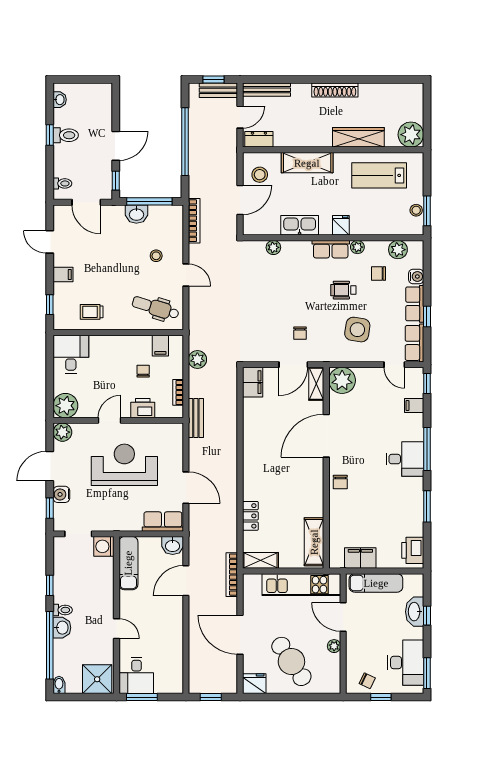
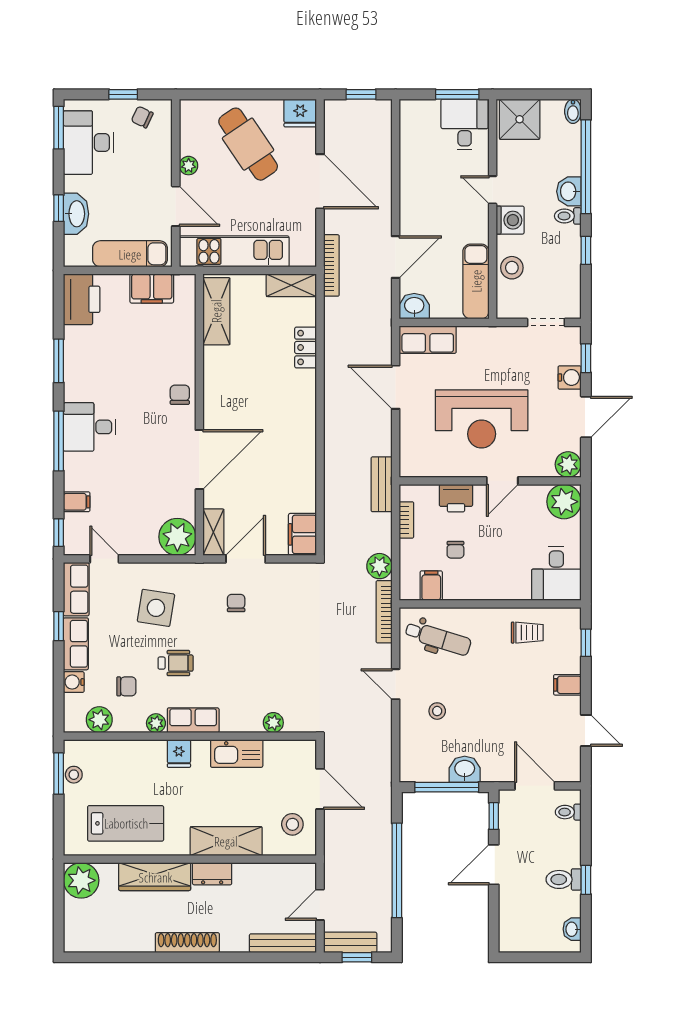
dresser: (259, 139) -> (212, 874), moved
door: (240, 200) -> (320, 789), swing flipped
bookcase: (194, 221) -> (384, 612), moved
washing machine: (104, 546) -> (510, 220), moved
printer: (413, 550) -> (82, 299), width x1.37, depth x1.19
stool: (103, 573) -> (512, 268), added

